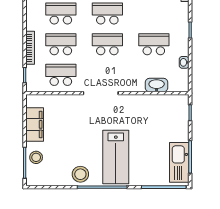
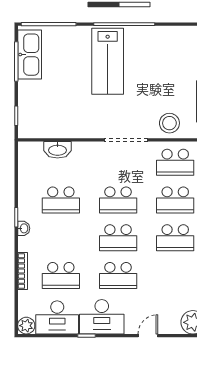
washbasin: (184, 62) -> (24, 228), moved
lab bench: (116, 157) -> (108, 61), turned 180
stool: (80, 174) -> (169, 123), moved

